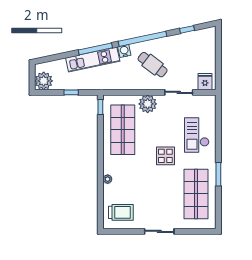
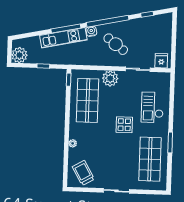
trolley: (121, 212) -> (83, 173), turned -120

